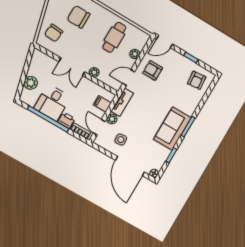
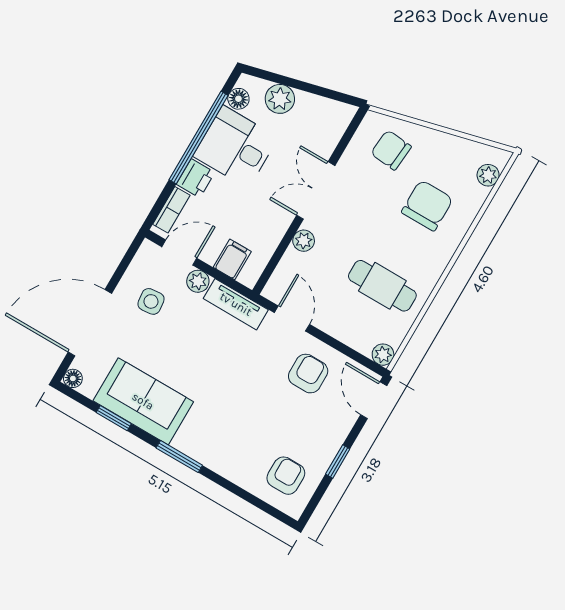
plant: (135, 54) -> (383, 355), moved
armchair: (197, 80) -> (286, 476), turned 96
floor lamp: (31, 101) -> (238, 99), added
sofa: (172, 128) -> (143, 401), moved

